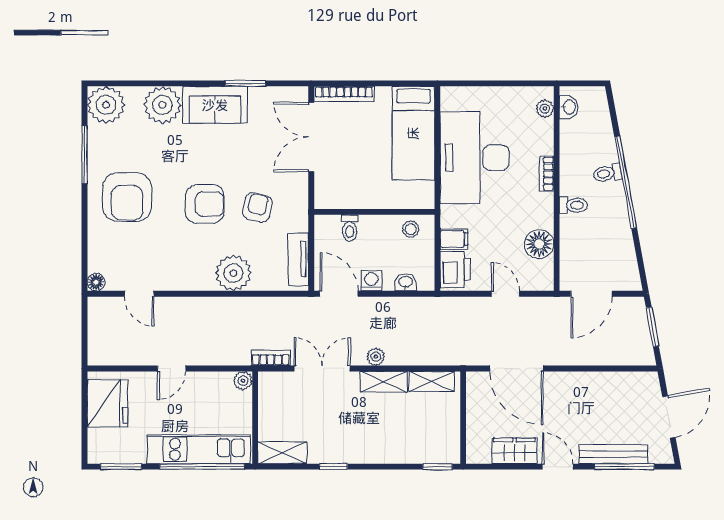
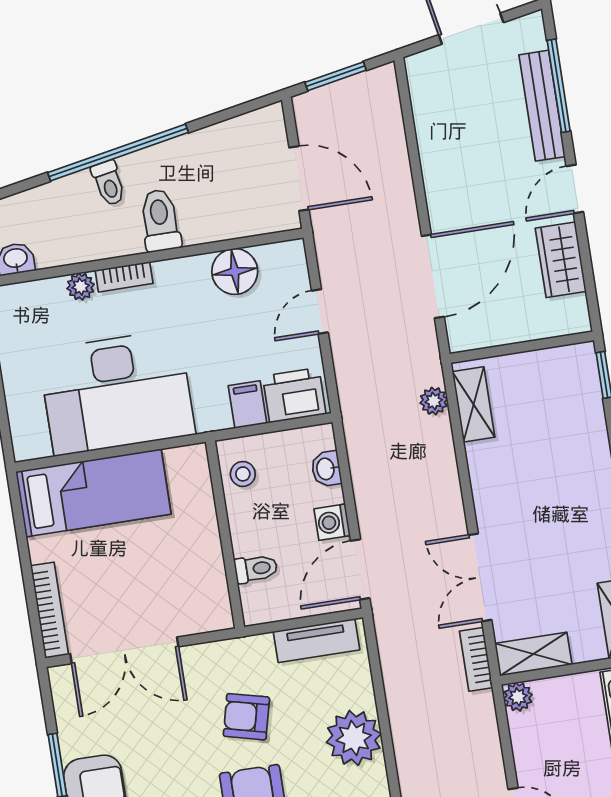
plant: (545, 109) -> (81, 287), moved
toilet: (573, 205) -> (160, 220), width x1.37, depth x1.39
plant: (376, 357) -> (434, 401), moved
shelving: (384, 382) -> (533, 654), moved, turned 90

